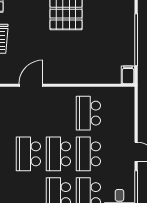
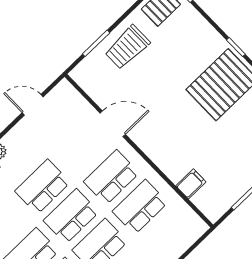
filing cabinet: (128, 75) -> (191, 184), moved
school desk: (58, 113) -> (111, 177), added

